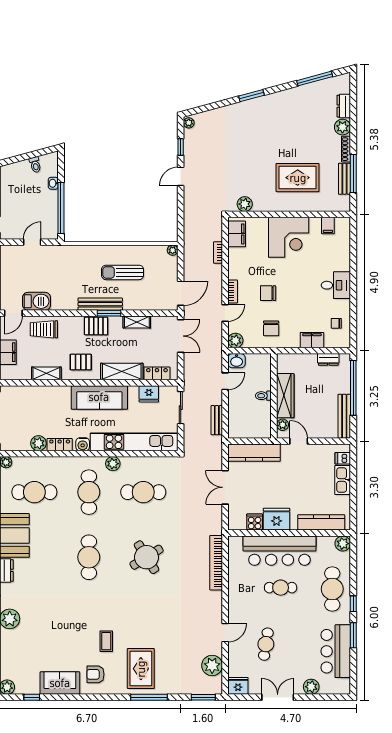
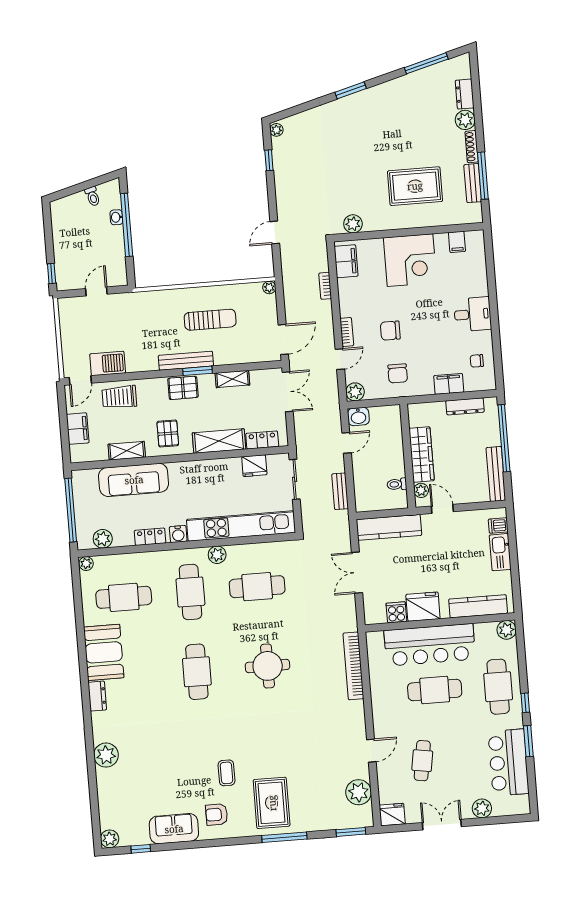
door: (181, 176) -> (275, 232), moved
window: (61, 208) -> (127, 225), moved
sun lounger: (123, 272) -> (210, 320), turned 180
dresser: (328, 359) -> (465, 406), width x1.44
pallet: (81, 362) -> (168, 433), turned 90
toilet: (263, 396) -> (397, 484), moved
sofa: (99, 397) -> (134, 480), moved
plant: (38, 443) -> (103, 539), moved
round table: (147, 557) -> (268, 666), turned 32
cafe table: (281, 588) -> (435, 690), width x1.37, depth x1.35

